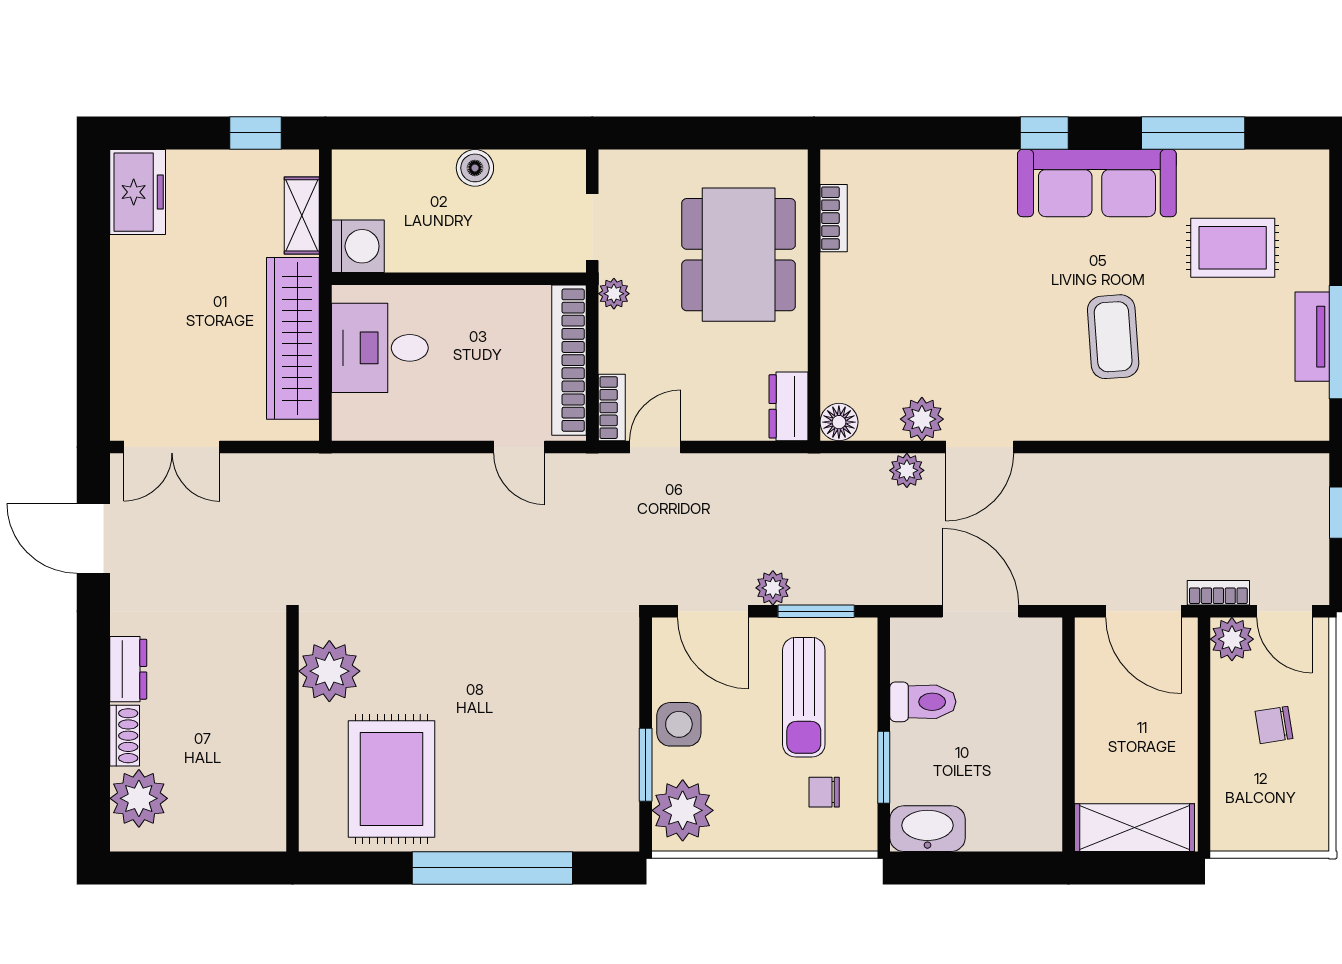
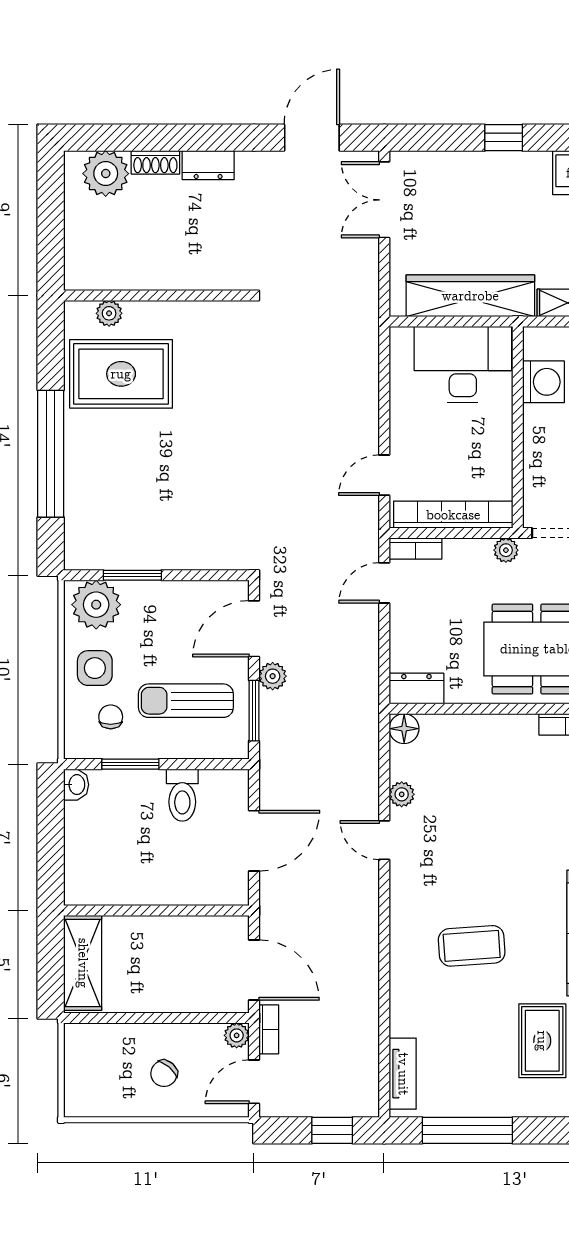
washing machine: (358, 246) -> (543, 382), moved, turned -90
window: (93, 296) -> (504, 138), added
tv unit: (1312, 337) -> (403, 1074), moved, turned 90
desk: (380, 348) -> (463, 365), width x1.37
plant: (922, 419) -> (402, 794), width x0.73, depth x0.73
door: (655, 447) -> (384, 583), swing flipped
door: (980, 447) -> (384, 840), width x0.73
plant: (907, 470) -> (366, 782), removed
door: (1144, 611) -> (254, 970), swing flipped
plant: (1232, 639) -> (237, 1035), width x0.73, depth x0.73
plant: (329, 671) -> (109, 313), moved, width x0.53, depth x0.53
side table: (679, 724) -> (95, 668), moved
chair: (1274, 725) -> (164, 1073), turned -130
washbasin: (927, 829) -> (76, 785), width x0.52, depth x0.69

